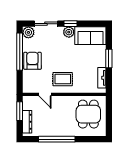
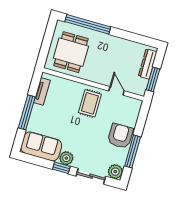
window: (20, 52) -> (133, 151), width x0.68
window: (109, 58) -> (27, 112), width x1.44
armchair: (32, 61) -> (120, 136), turned 180
rug: (63, 79) -> (90, 103), turned 90
window: (57, 139) -> (88, 24), moved

